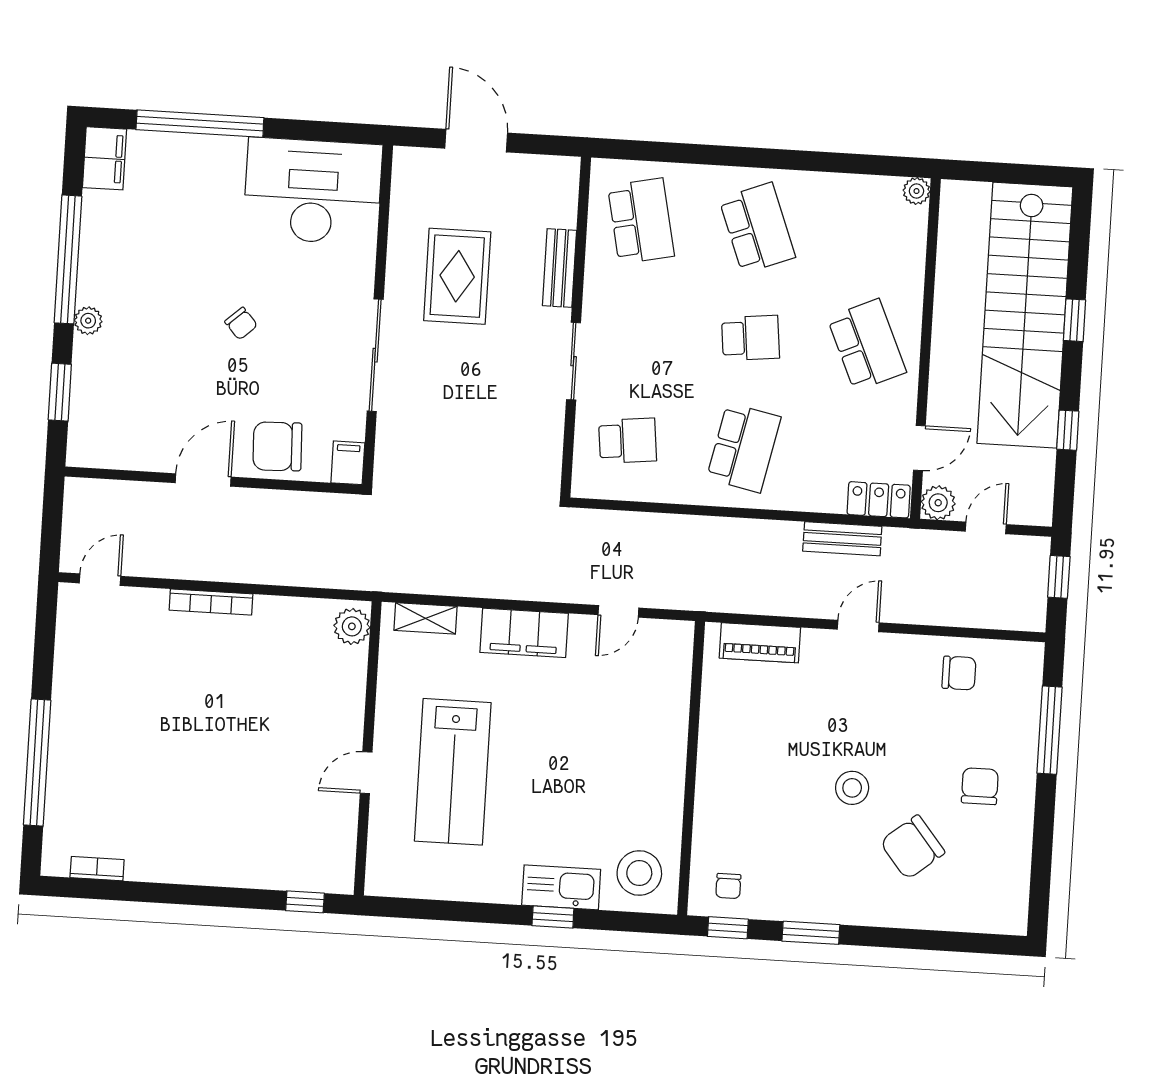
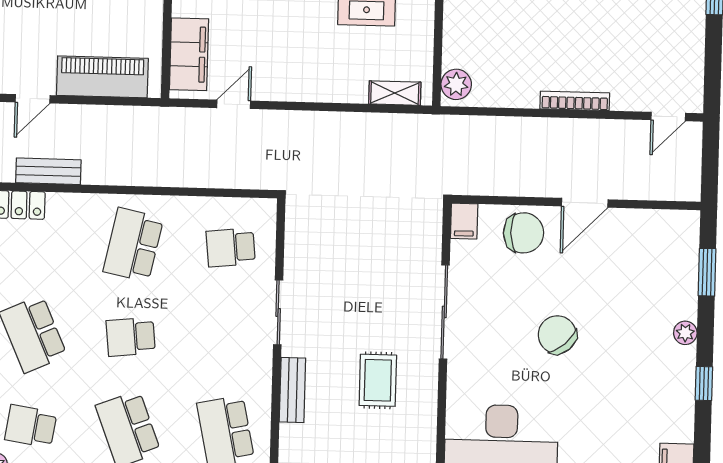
school desk: (873, 235) -> (31, 426), added
window: (68, 259) -> (704, 383), width x0.32
rug: (457, 276) -> (378, 380), width x0.73, depth x0.70
chair: (241, 323) -> (557, 335), width x1.87, depth x1.87
filing cabinet: (524, 633) -> (189, 54), moved, turned 90
piano: (760, 643) -> (102, 77), width x1.37, depth x1.33

